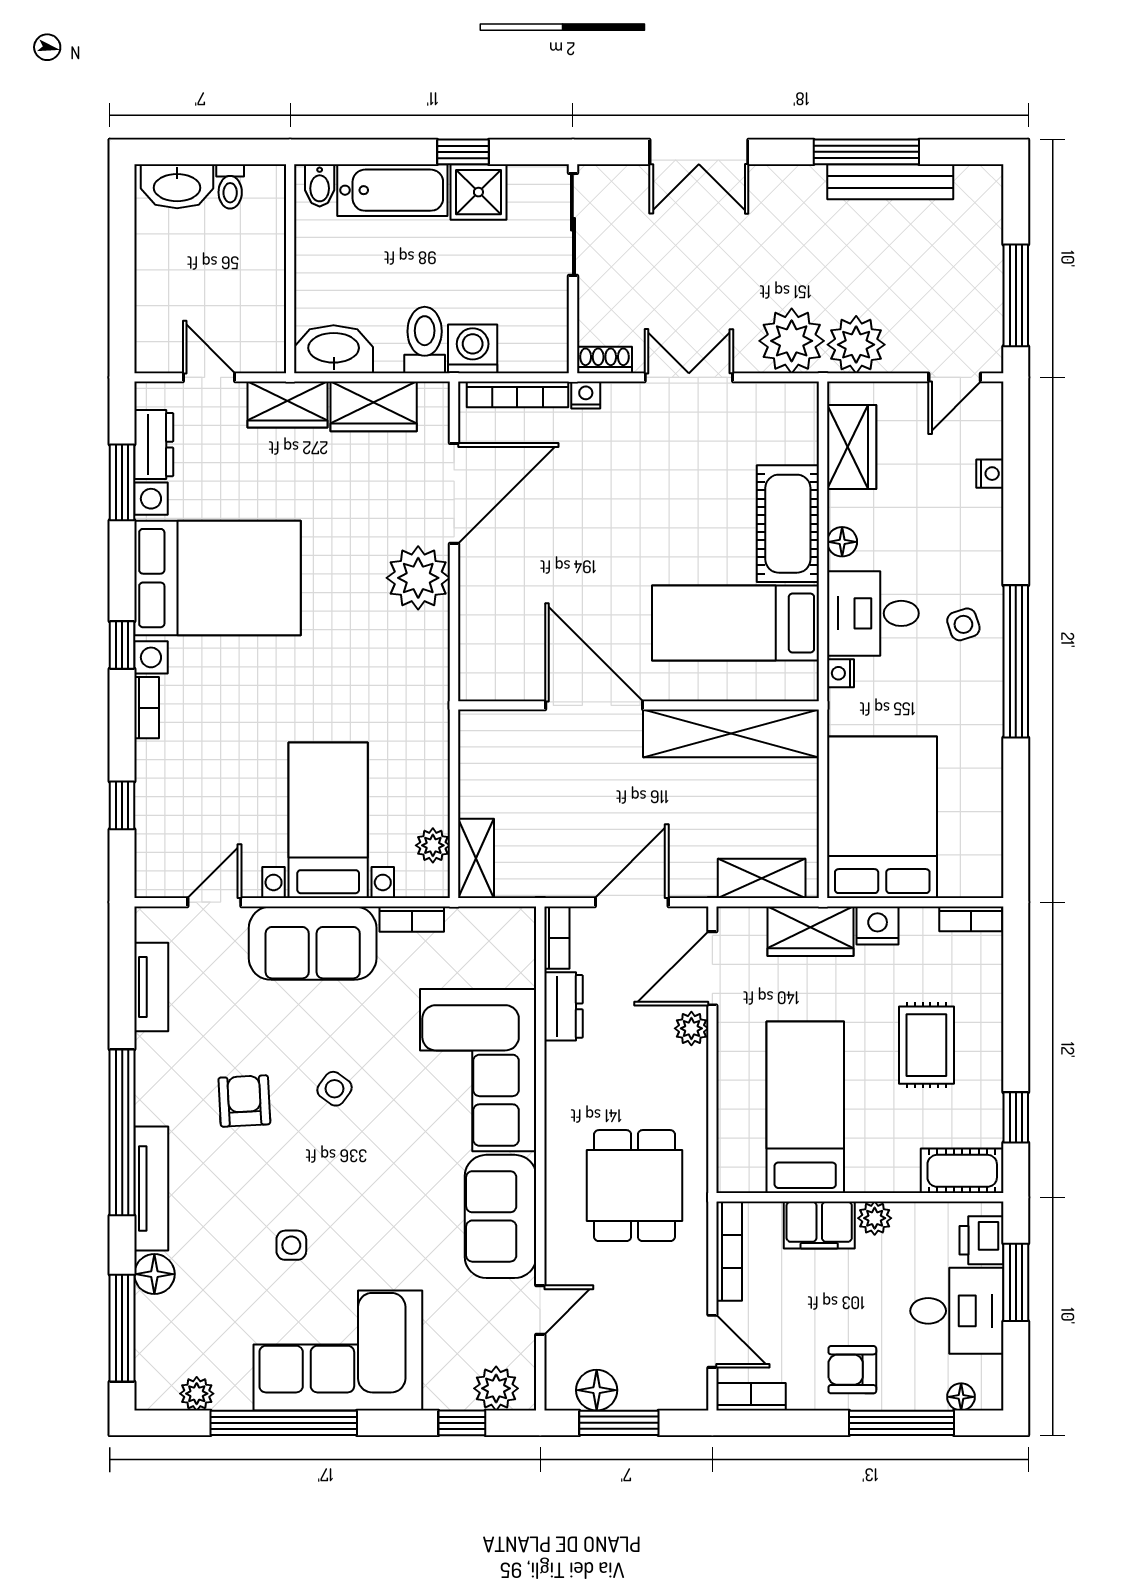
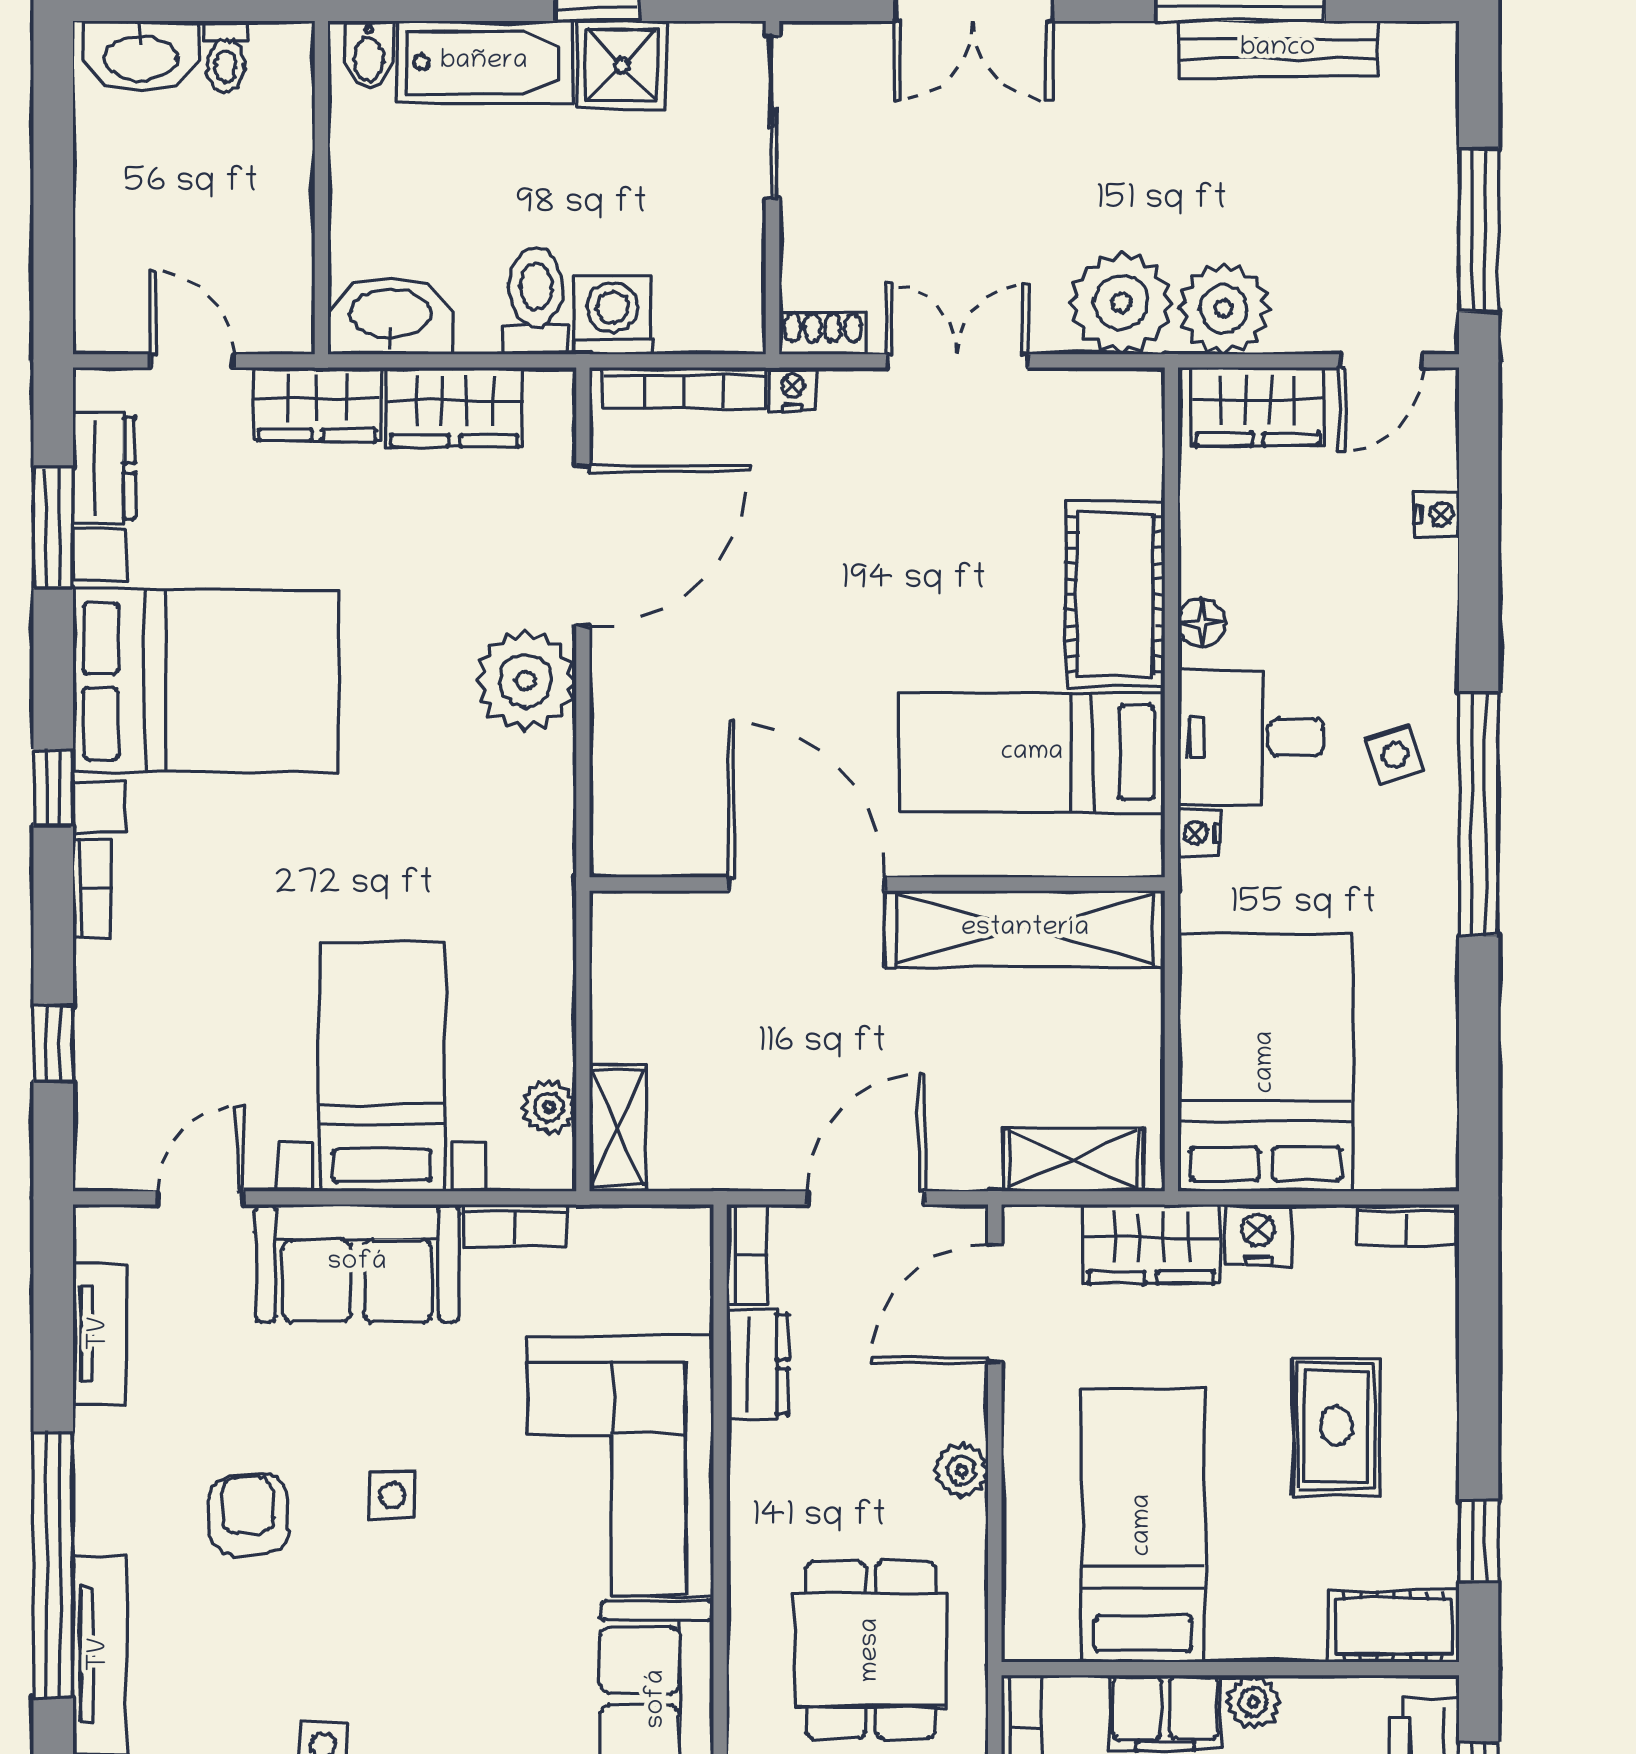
wardrobe: (852, 447) -> (1258, 406), moved, turned 90
plant: (691, 1028) -> (961, 1470), moved
side table: (334, 1089) -> (392, 1495), turned -36

